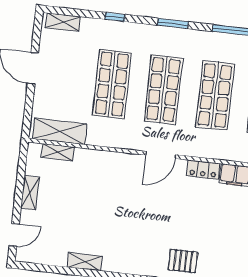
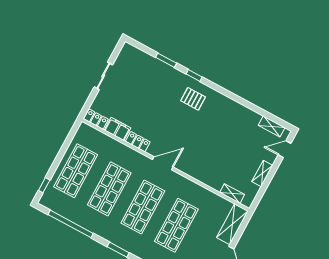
shelving: (60, 131) -> (232, 224), moved, turned 90
pallet: (183, 261) -> (193, 99), moved
shelving: (85, 262) -> (272, 126), moved

